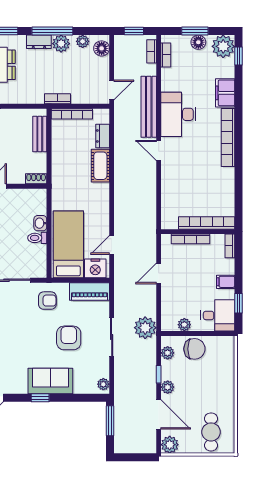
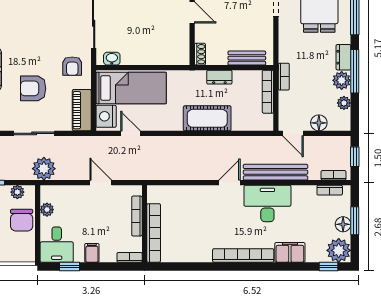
floor lamp: (102, 48) -> (319, 123), moved
dresser: (103, 136) -> (219, 77), moved, turned 180
cot: (100, 166) -> (207, 118), width x1.37, depth x1.34
washbasin: (40, 223) -> (112, 59), moved
toilet: (37, 238) -> (138, 55), removed
armchair: (69, 338) -> (33, 88), turned 180

